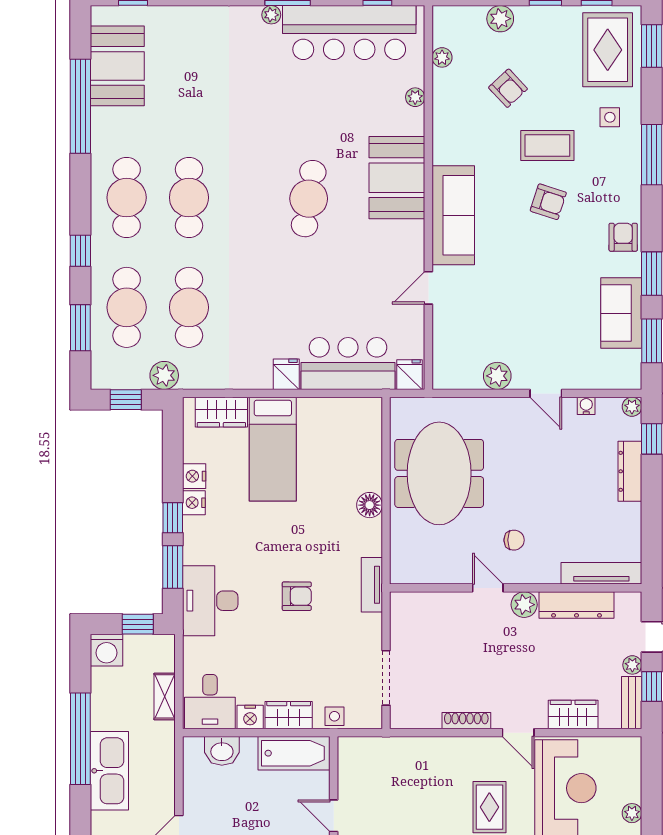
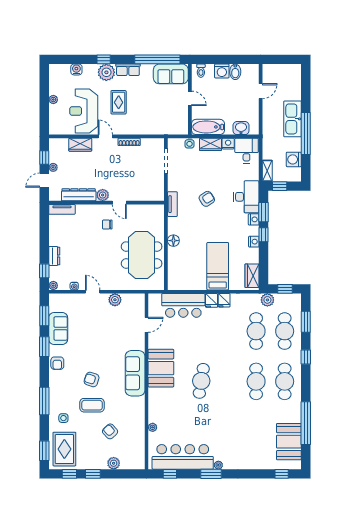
plant: (442, 57) -> (140, 445), removed
booth: (397, 178) -> (161, 368), moved
door: (428, 288) -> (146, 325), moved
fridge: (410, 375) -> (224, 300), moved
wardrobe: (221, 412) -> (252, 276), moved, turned -90
dresser: (630, 471) -> (54, 256), width x0.70
nightstand: (194, 476) -> (254, 219), moved
tv unit: (601, 573) -> (62, 209), width x0.71
armchair: (297, 596) -> (207, 199), turned 147
washing machine: (107, 650) -> (294, 159), moved, turned -90
shelving: (165, 696) -> (267, 171), moved
bench: (632, 703) -> (53, 150), removed

